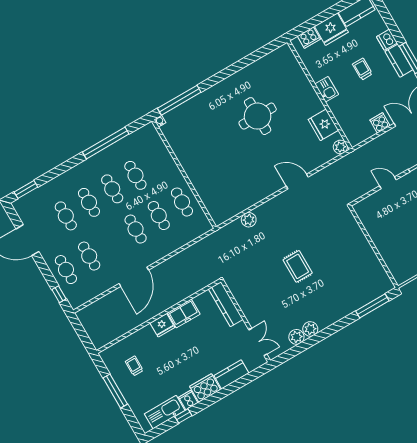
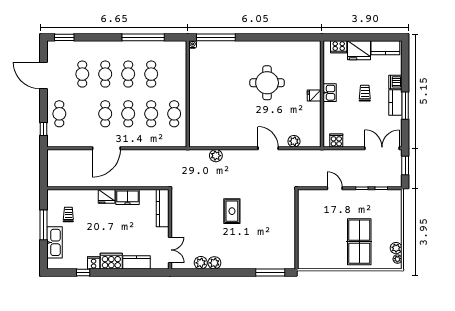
cooker: (380, 123) -> (336, 140), moved
fridge: (323, 125) -> (314, 96), moved, width x0.53, depth x0.75
plant: (340, 147) -> (294, 141), moved
cafe table: (89, 256) -> (105, 114), moved
kitchen sink: (165, 412) -> (54, 242), moved, turned 90

